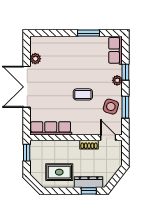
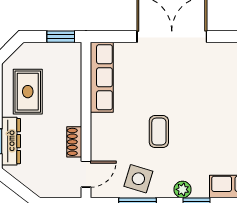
plant: (35, 59) -> (219, 51), removed

